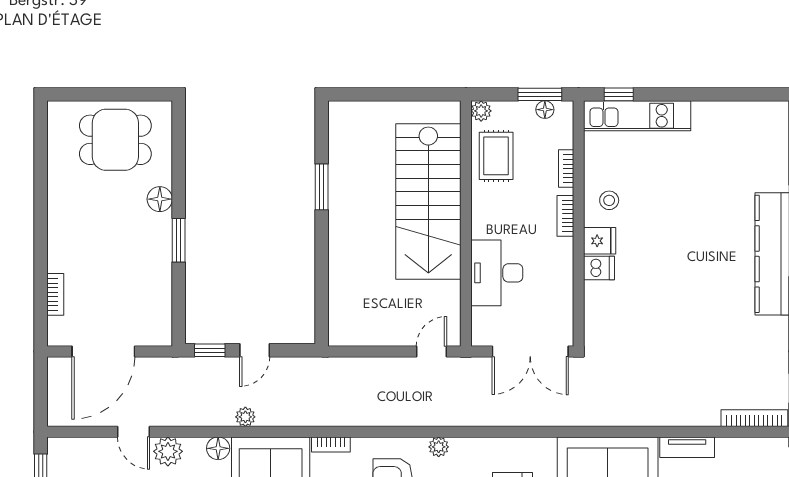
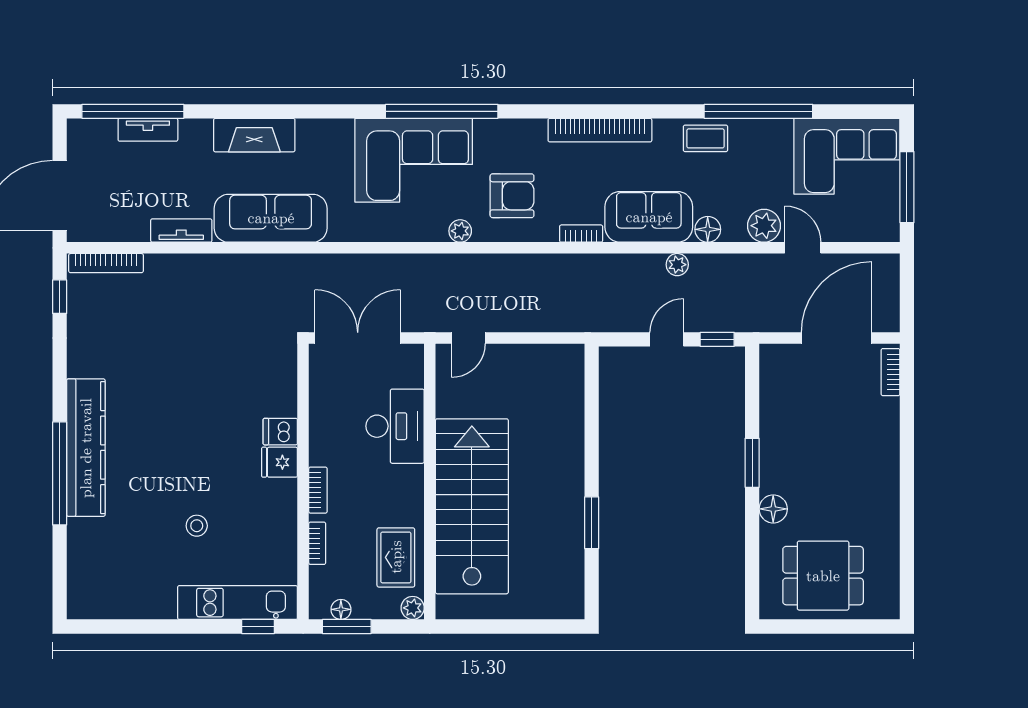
stool: (609, 200) -> (197, 526), moved
bookcase: (55, 294) -> (890, 372), moved

